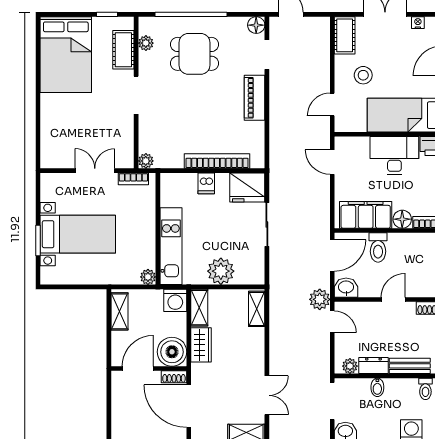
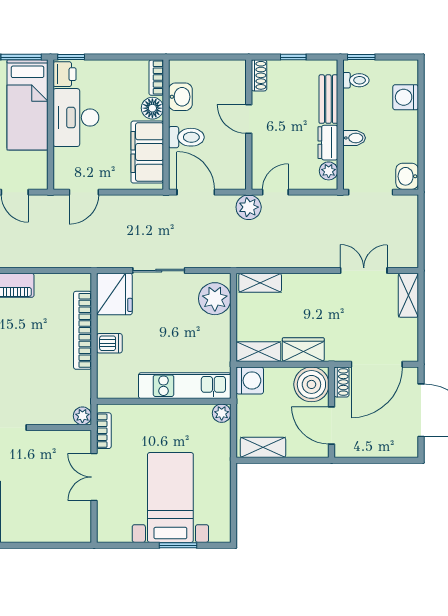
plant: (221, 271) -> (215, 299), moved
washbasin: (346, 288) -> (180, 97), moved, turned 180

